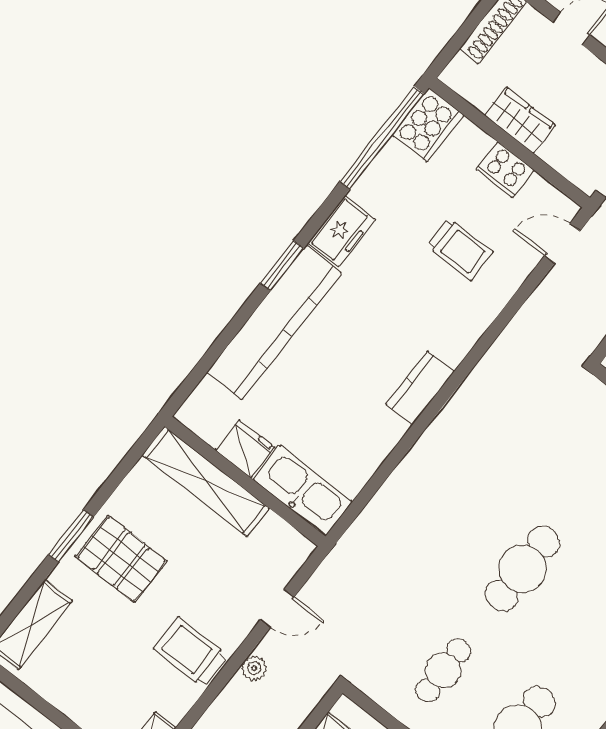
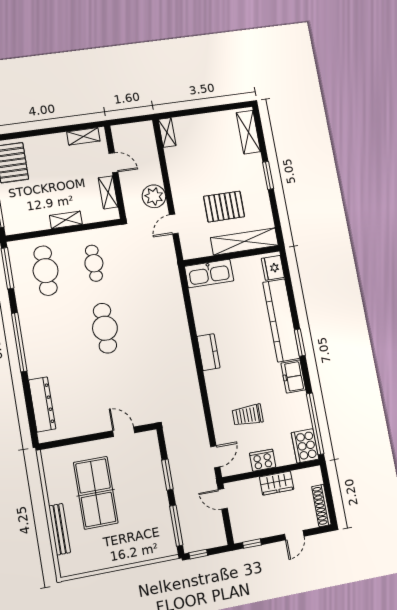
fridge: (245, 449) -> (273, 268), moved, turned 90
pallet: (121, 559) -> (224, 207), moved
trolley: (191, 652) -> (186, 178), removed
plant: (254, 668) -> (154, 196), width x1.88, depth x1.88

